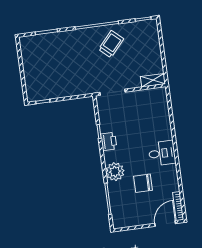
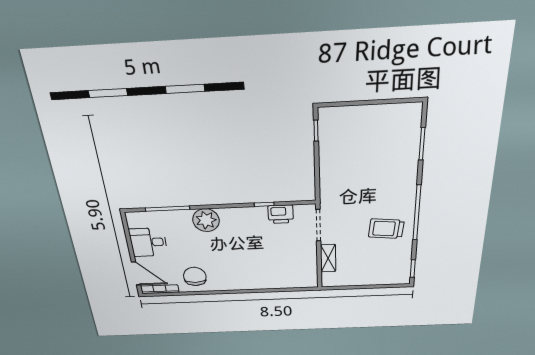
trolley: (111, 44) -> (386, 229), turned 144
shelving: (153, 80) -> (328, 258), moved
printer: (109, 141) -> (281, 214), moved
desk: (162, 153) -> (148, 242), moved, turned 90
chair: (143, 183) -> (195, 276), moved

